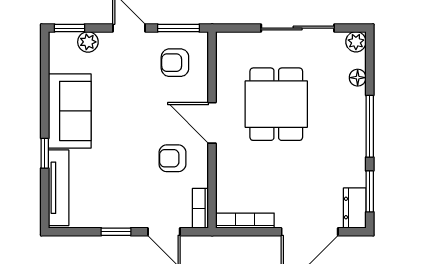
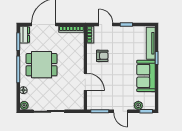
armchair: (175, 63) -> (101, 97), removed
dining table: (276, 104) -> (42, 65), moved, turned 90
door: (212, 123) -> (85, 82), moved

